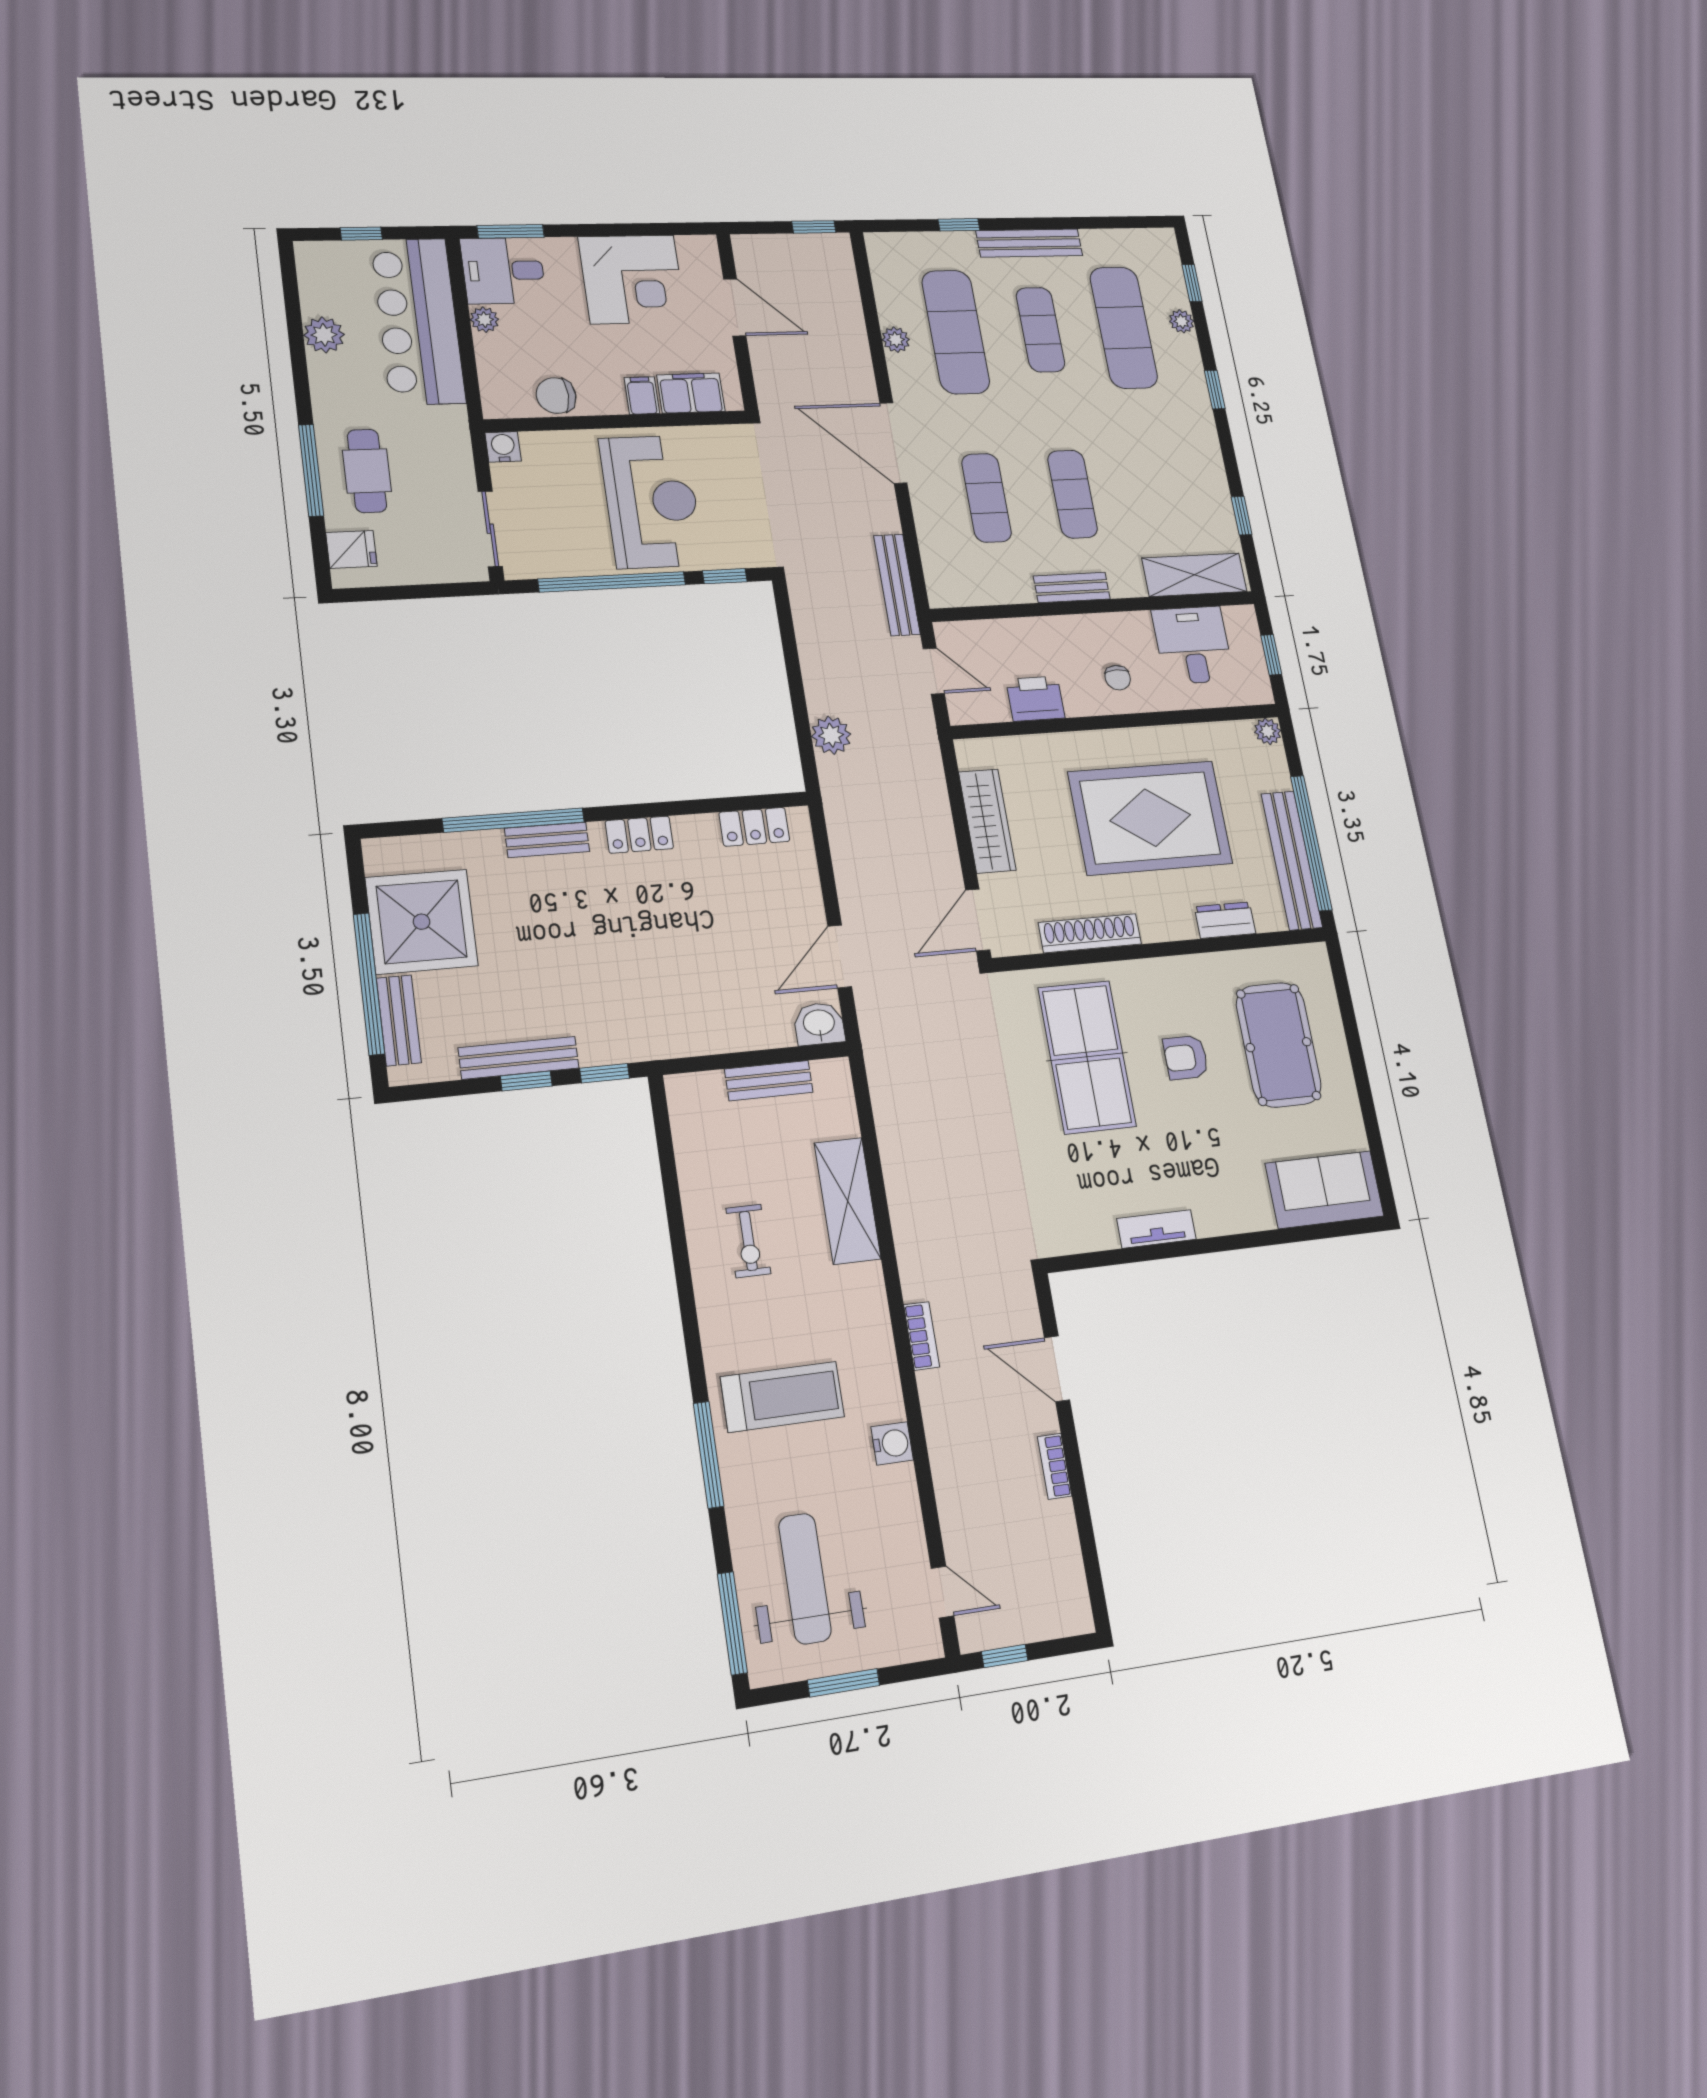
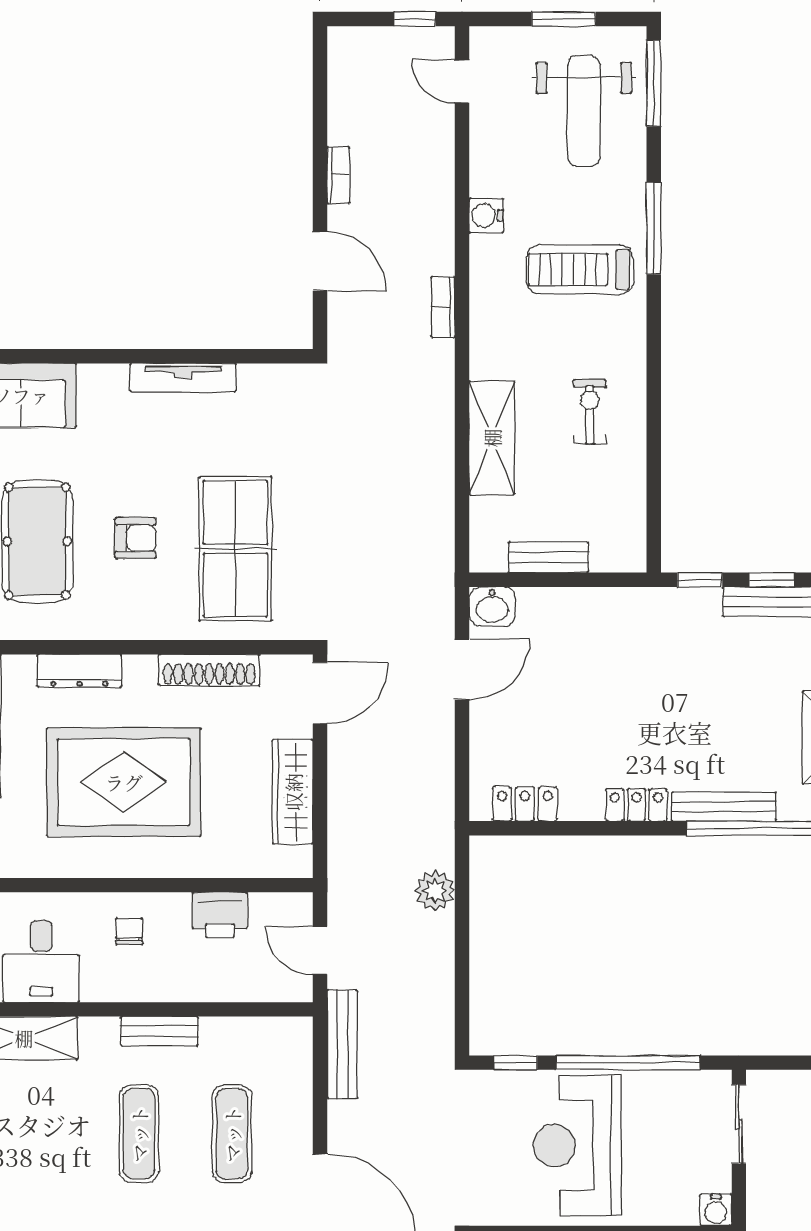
bench: (547, 840) -> (724, 807), width x1.36
dresser: (1225, 920) -> (79, 671), width x1.44
tv unit: (1156, 1229) -> (183, 378), width x1.41

